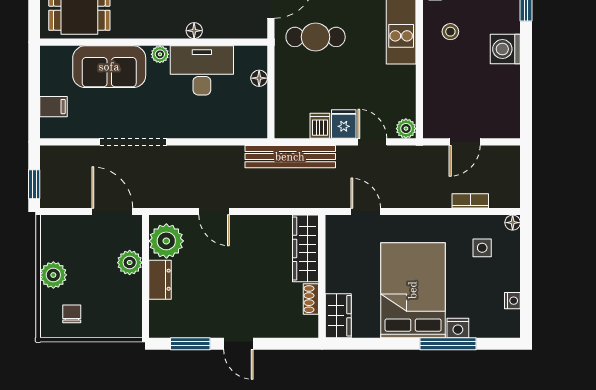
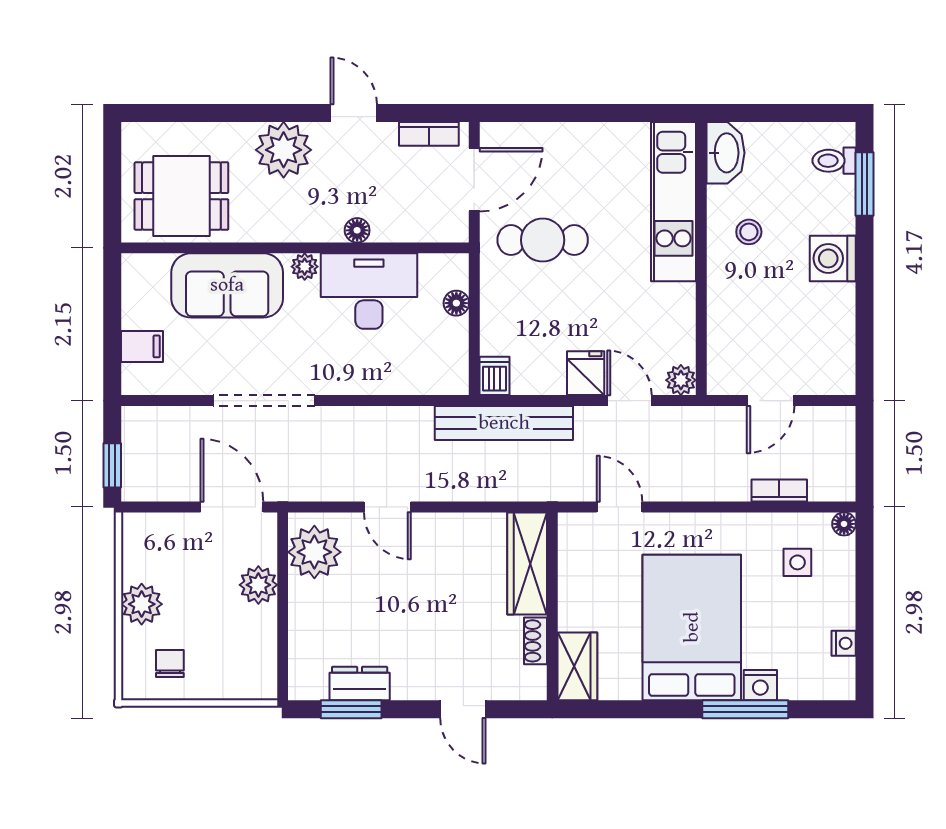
dishwasher: (320, 126) -> (494, 376), moved
dresser: (160, 280) -> (360, 683), moved, turned -90
door: (238, 344) -> (463, 709), moved

